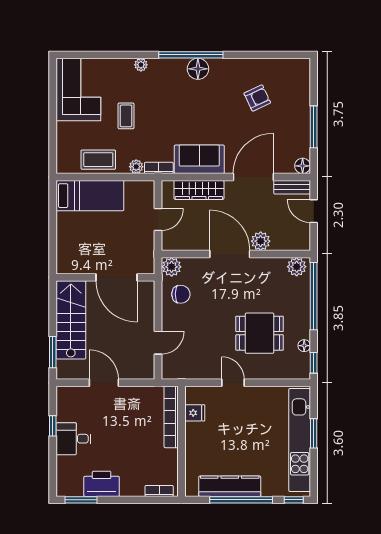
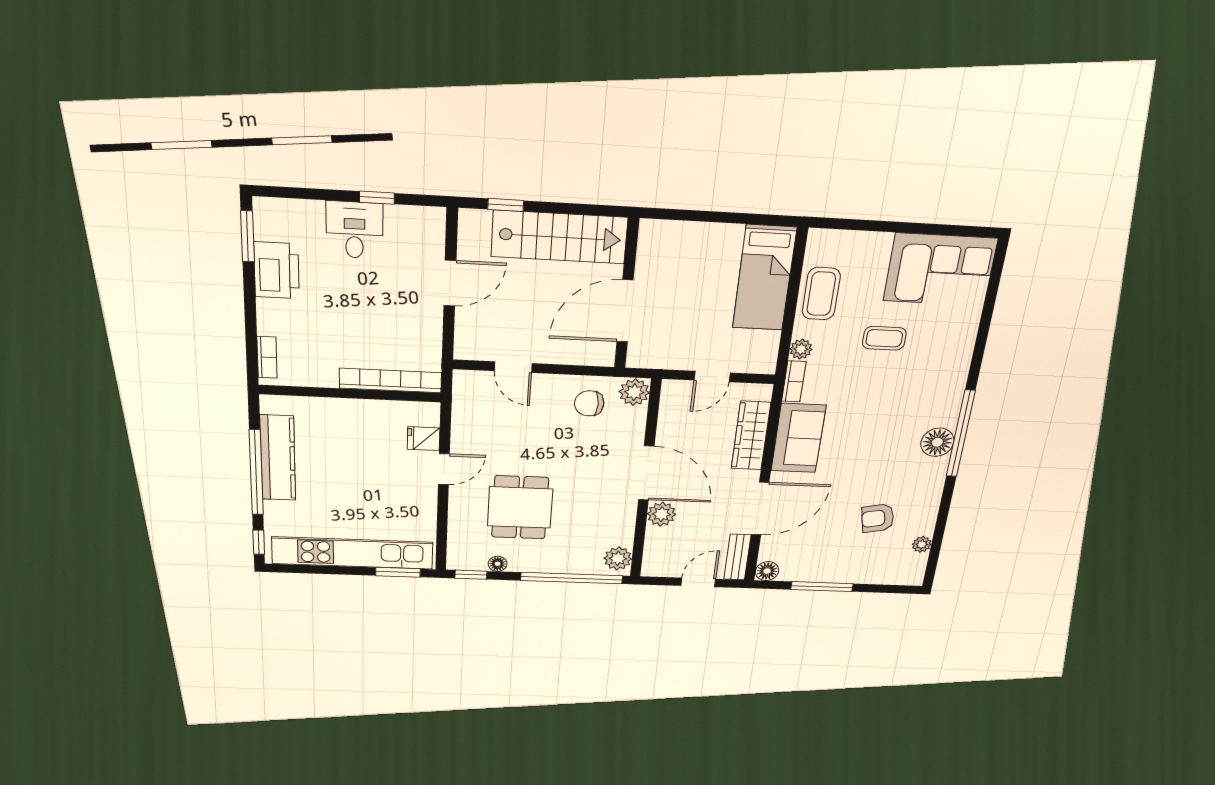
plant: (141, 65) -> (922, 544), moved
armchair: (257, 98) -> (878, 518), turned 104
door: (253, 177) -> (760, 509), hinge flipped
door: (158, 219) -> (712, 377), hinge flipped
door: (230, 254) -> (646, 473), hinge flipped
chair: (181, 294) -> (589, 403), turned 90
window: (53, 352) -> (506, 205), width x0.67
fridge: (195, 413) -> (424, 439), moved, turned 90
window: (314, 433) -> (398, 572), moved

